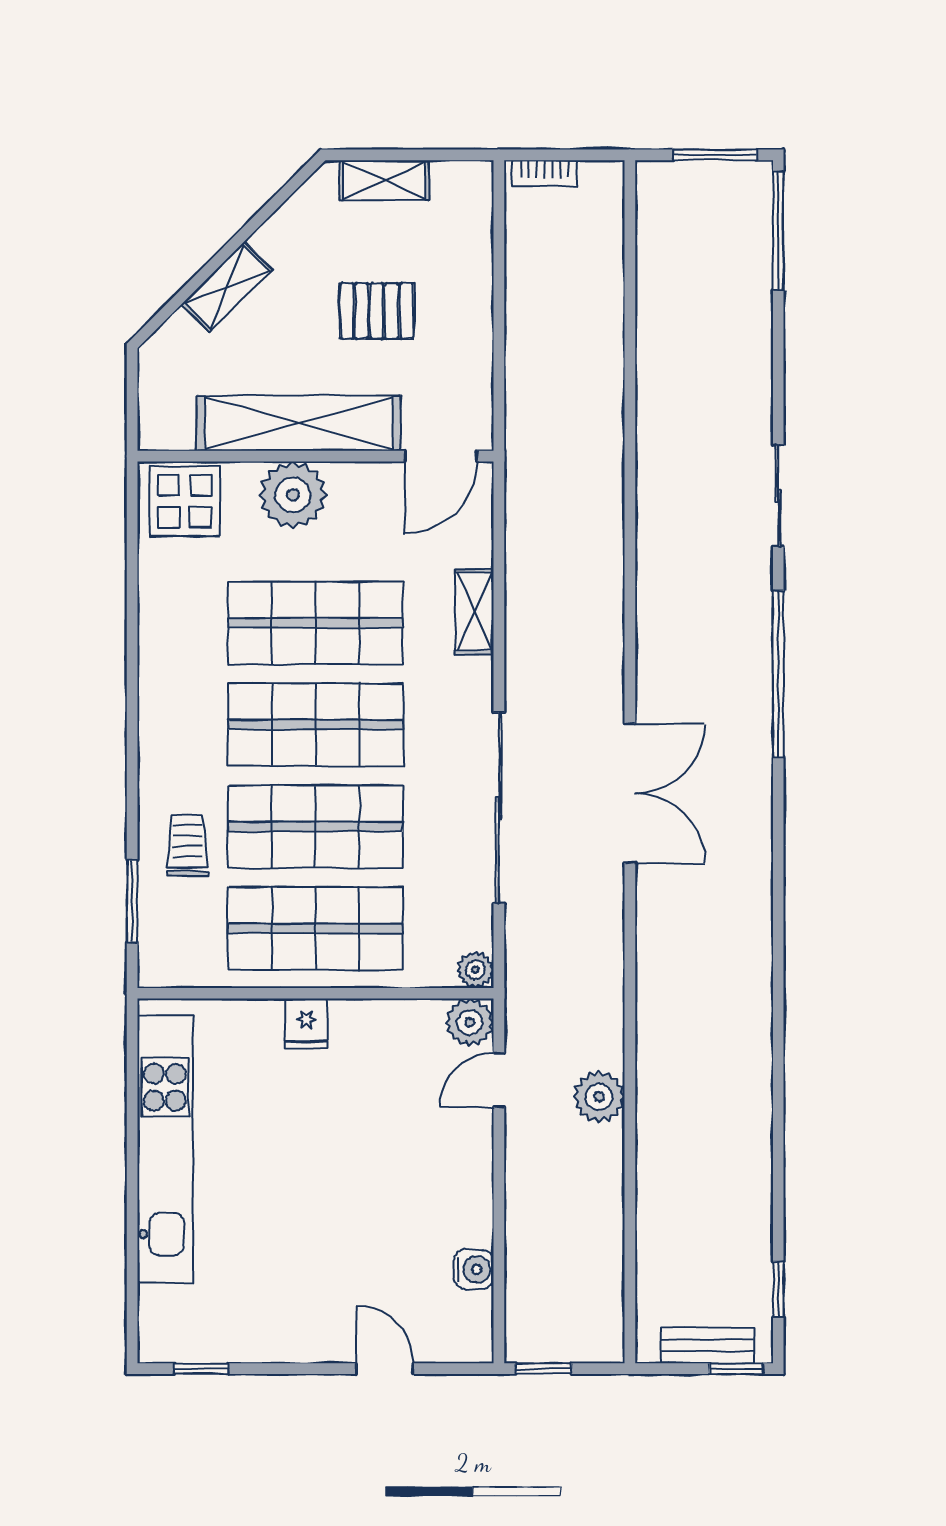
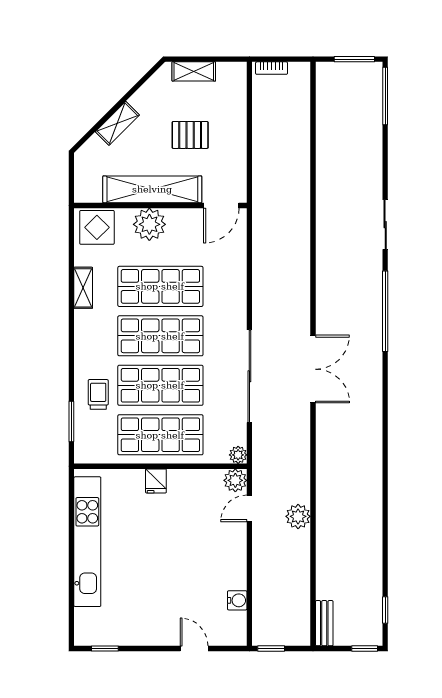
shelving: (474, 612) -> (83, 288), moved
bench: (708, 1346) -> (324, 623), moved, turned 90

